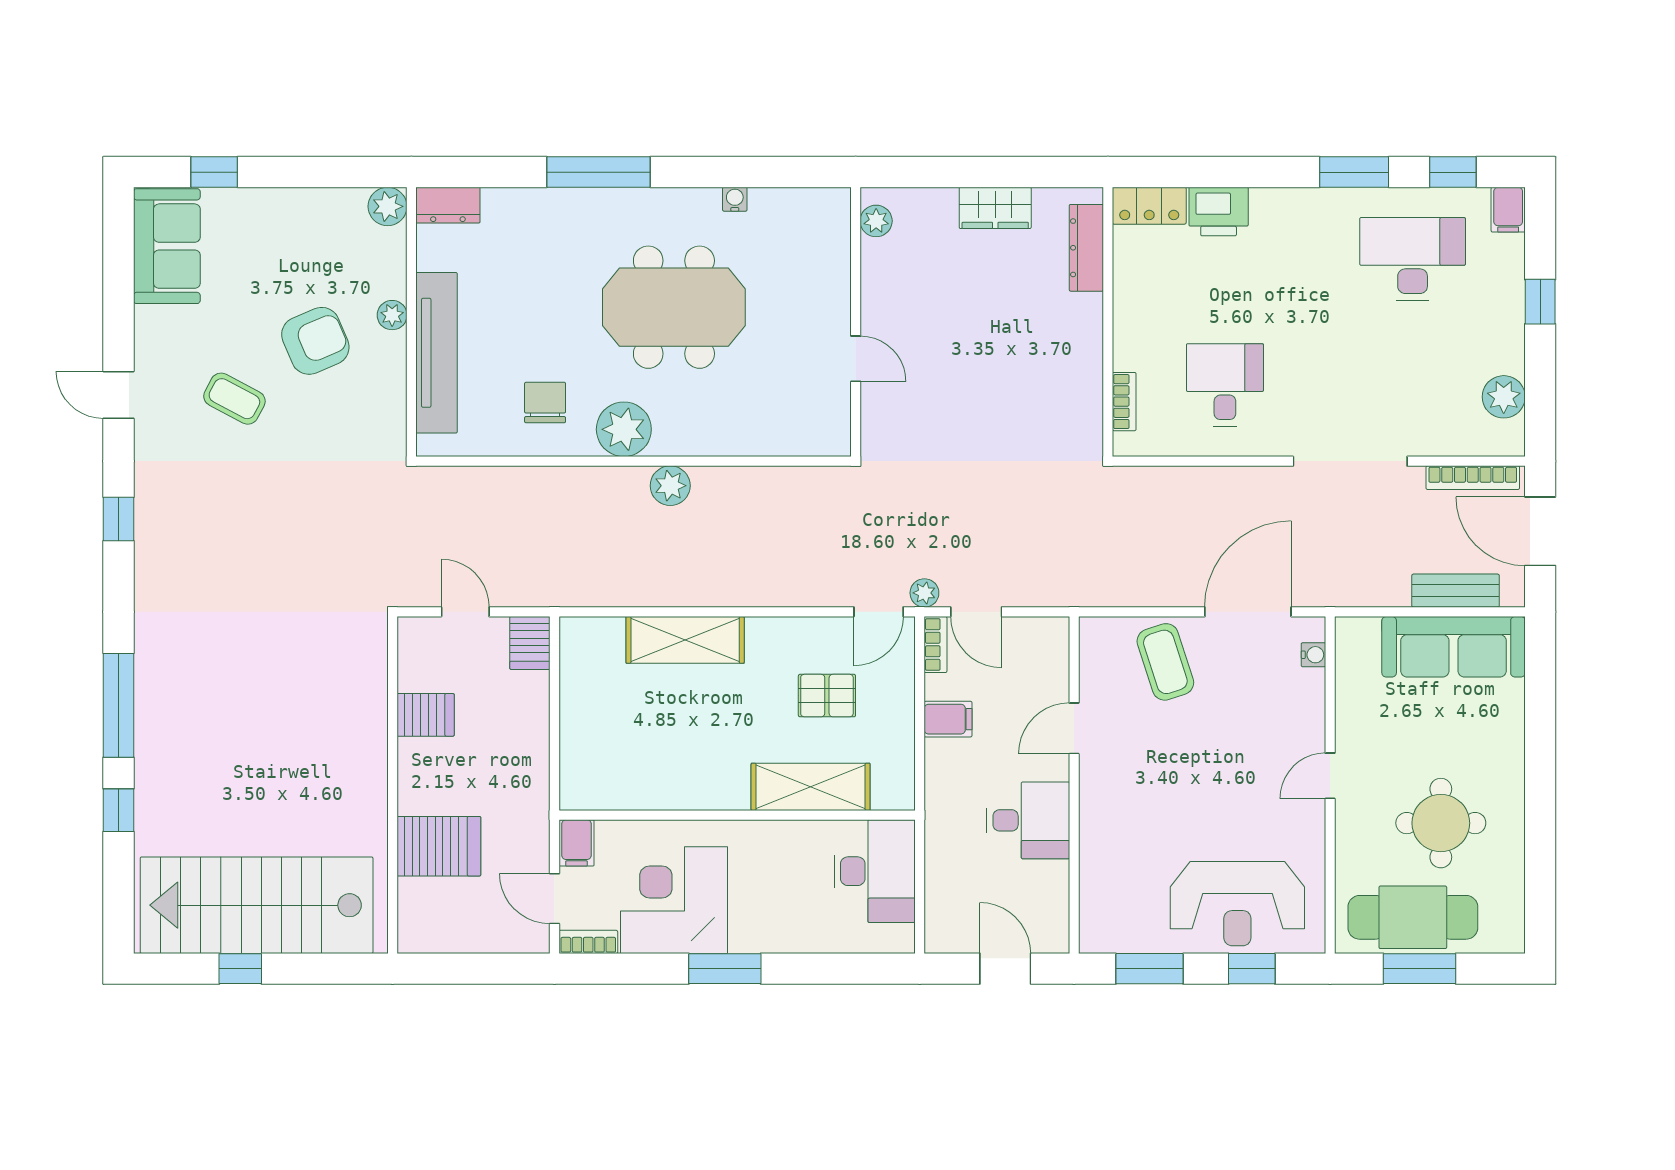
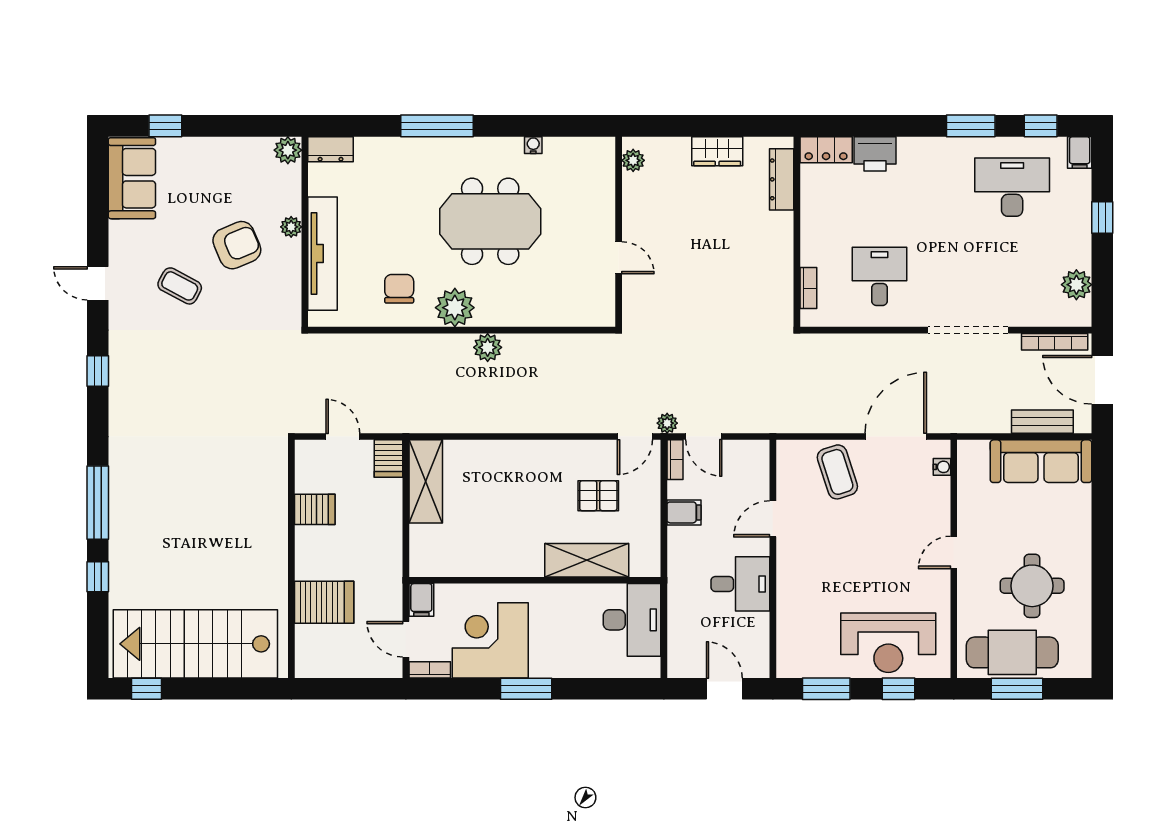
shelving: (685, 640) -> (426, 481), moved, turned 90
window: (240, 969) -> (147, 689), moved

